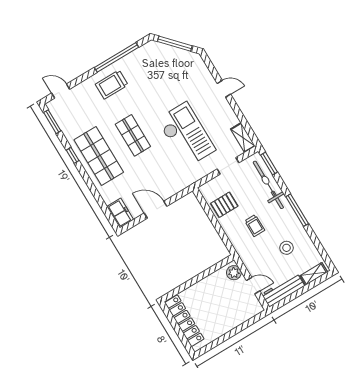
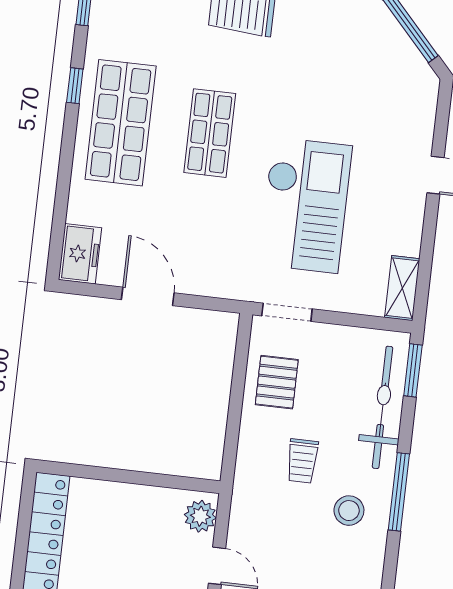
doorway: (228, 166) -> (287, 312), moved
pallet: (224, 205) -> (277, 382), turned 90
stool: (286, 248) -> (349, 511), moved

